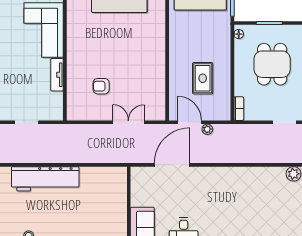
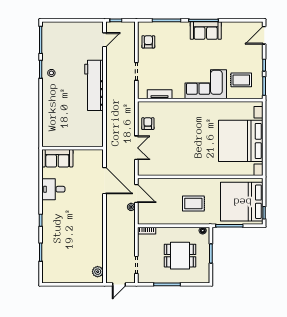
tv unit: (57, 75) -> (160, 94), moved
rug: (203, 78) -> (193, 204), moved
armchair: (101, 86) -> (148, 124), moved
door: (189, 122) -> (136, 194), hinge flipped

